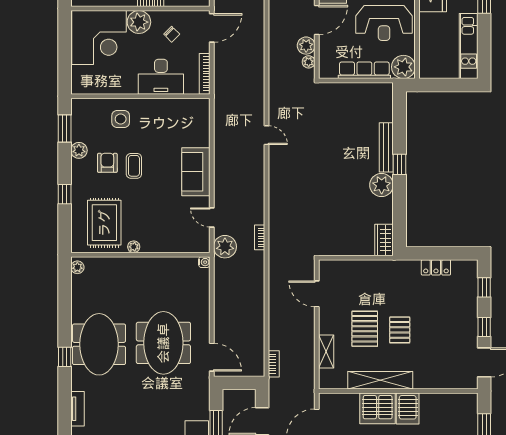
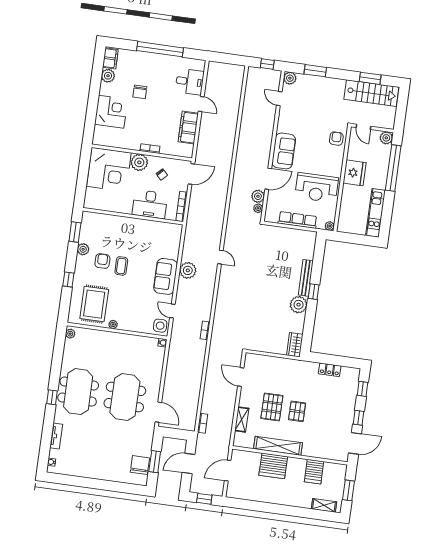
plant: (403, 67) -> (330, 226), width x0.53, depth x0.53
side table: (121, 119) -> (160, 326), moved
plant: (225, 247) -> (188, 270), moved
server rack: (408, 409) -> (314, 472), moved

